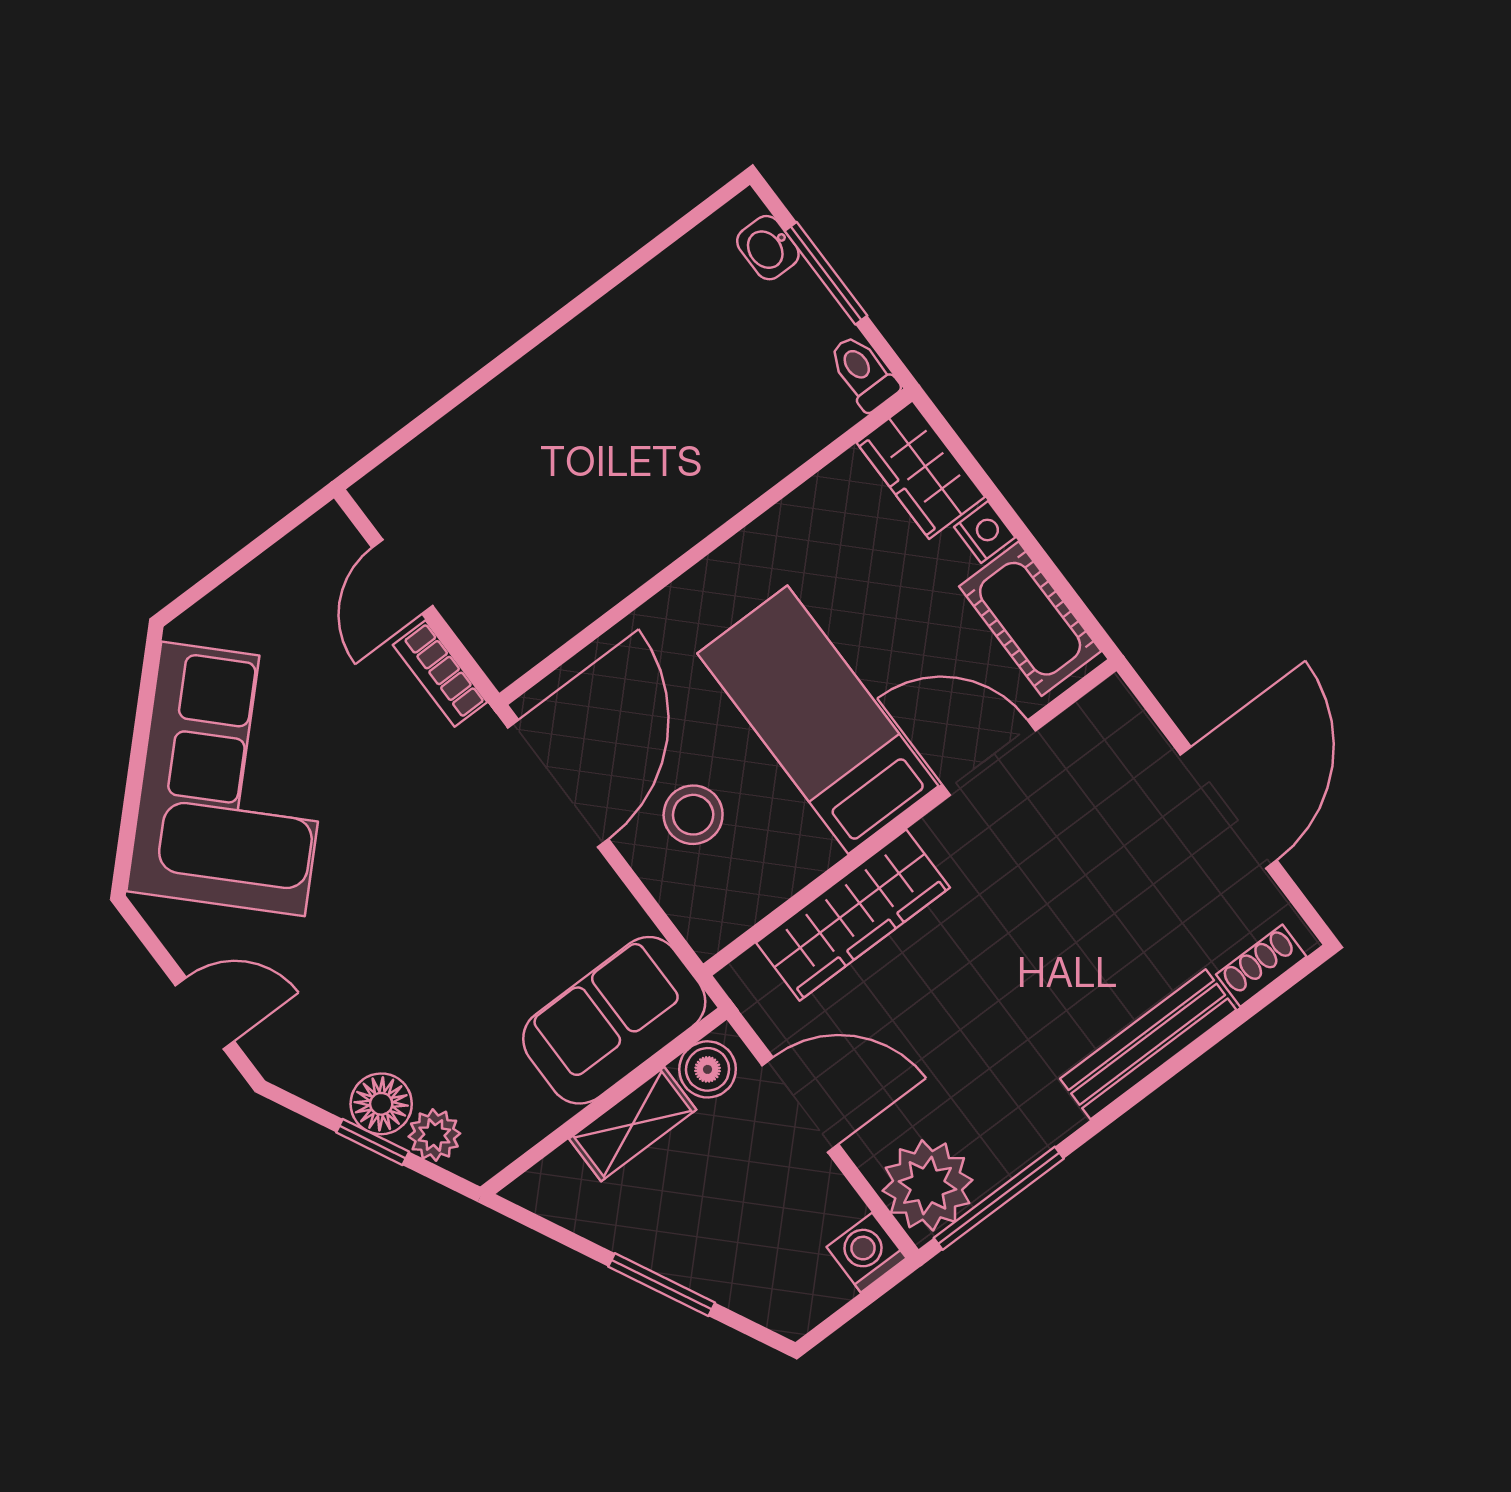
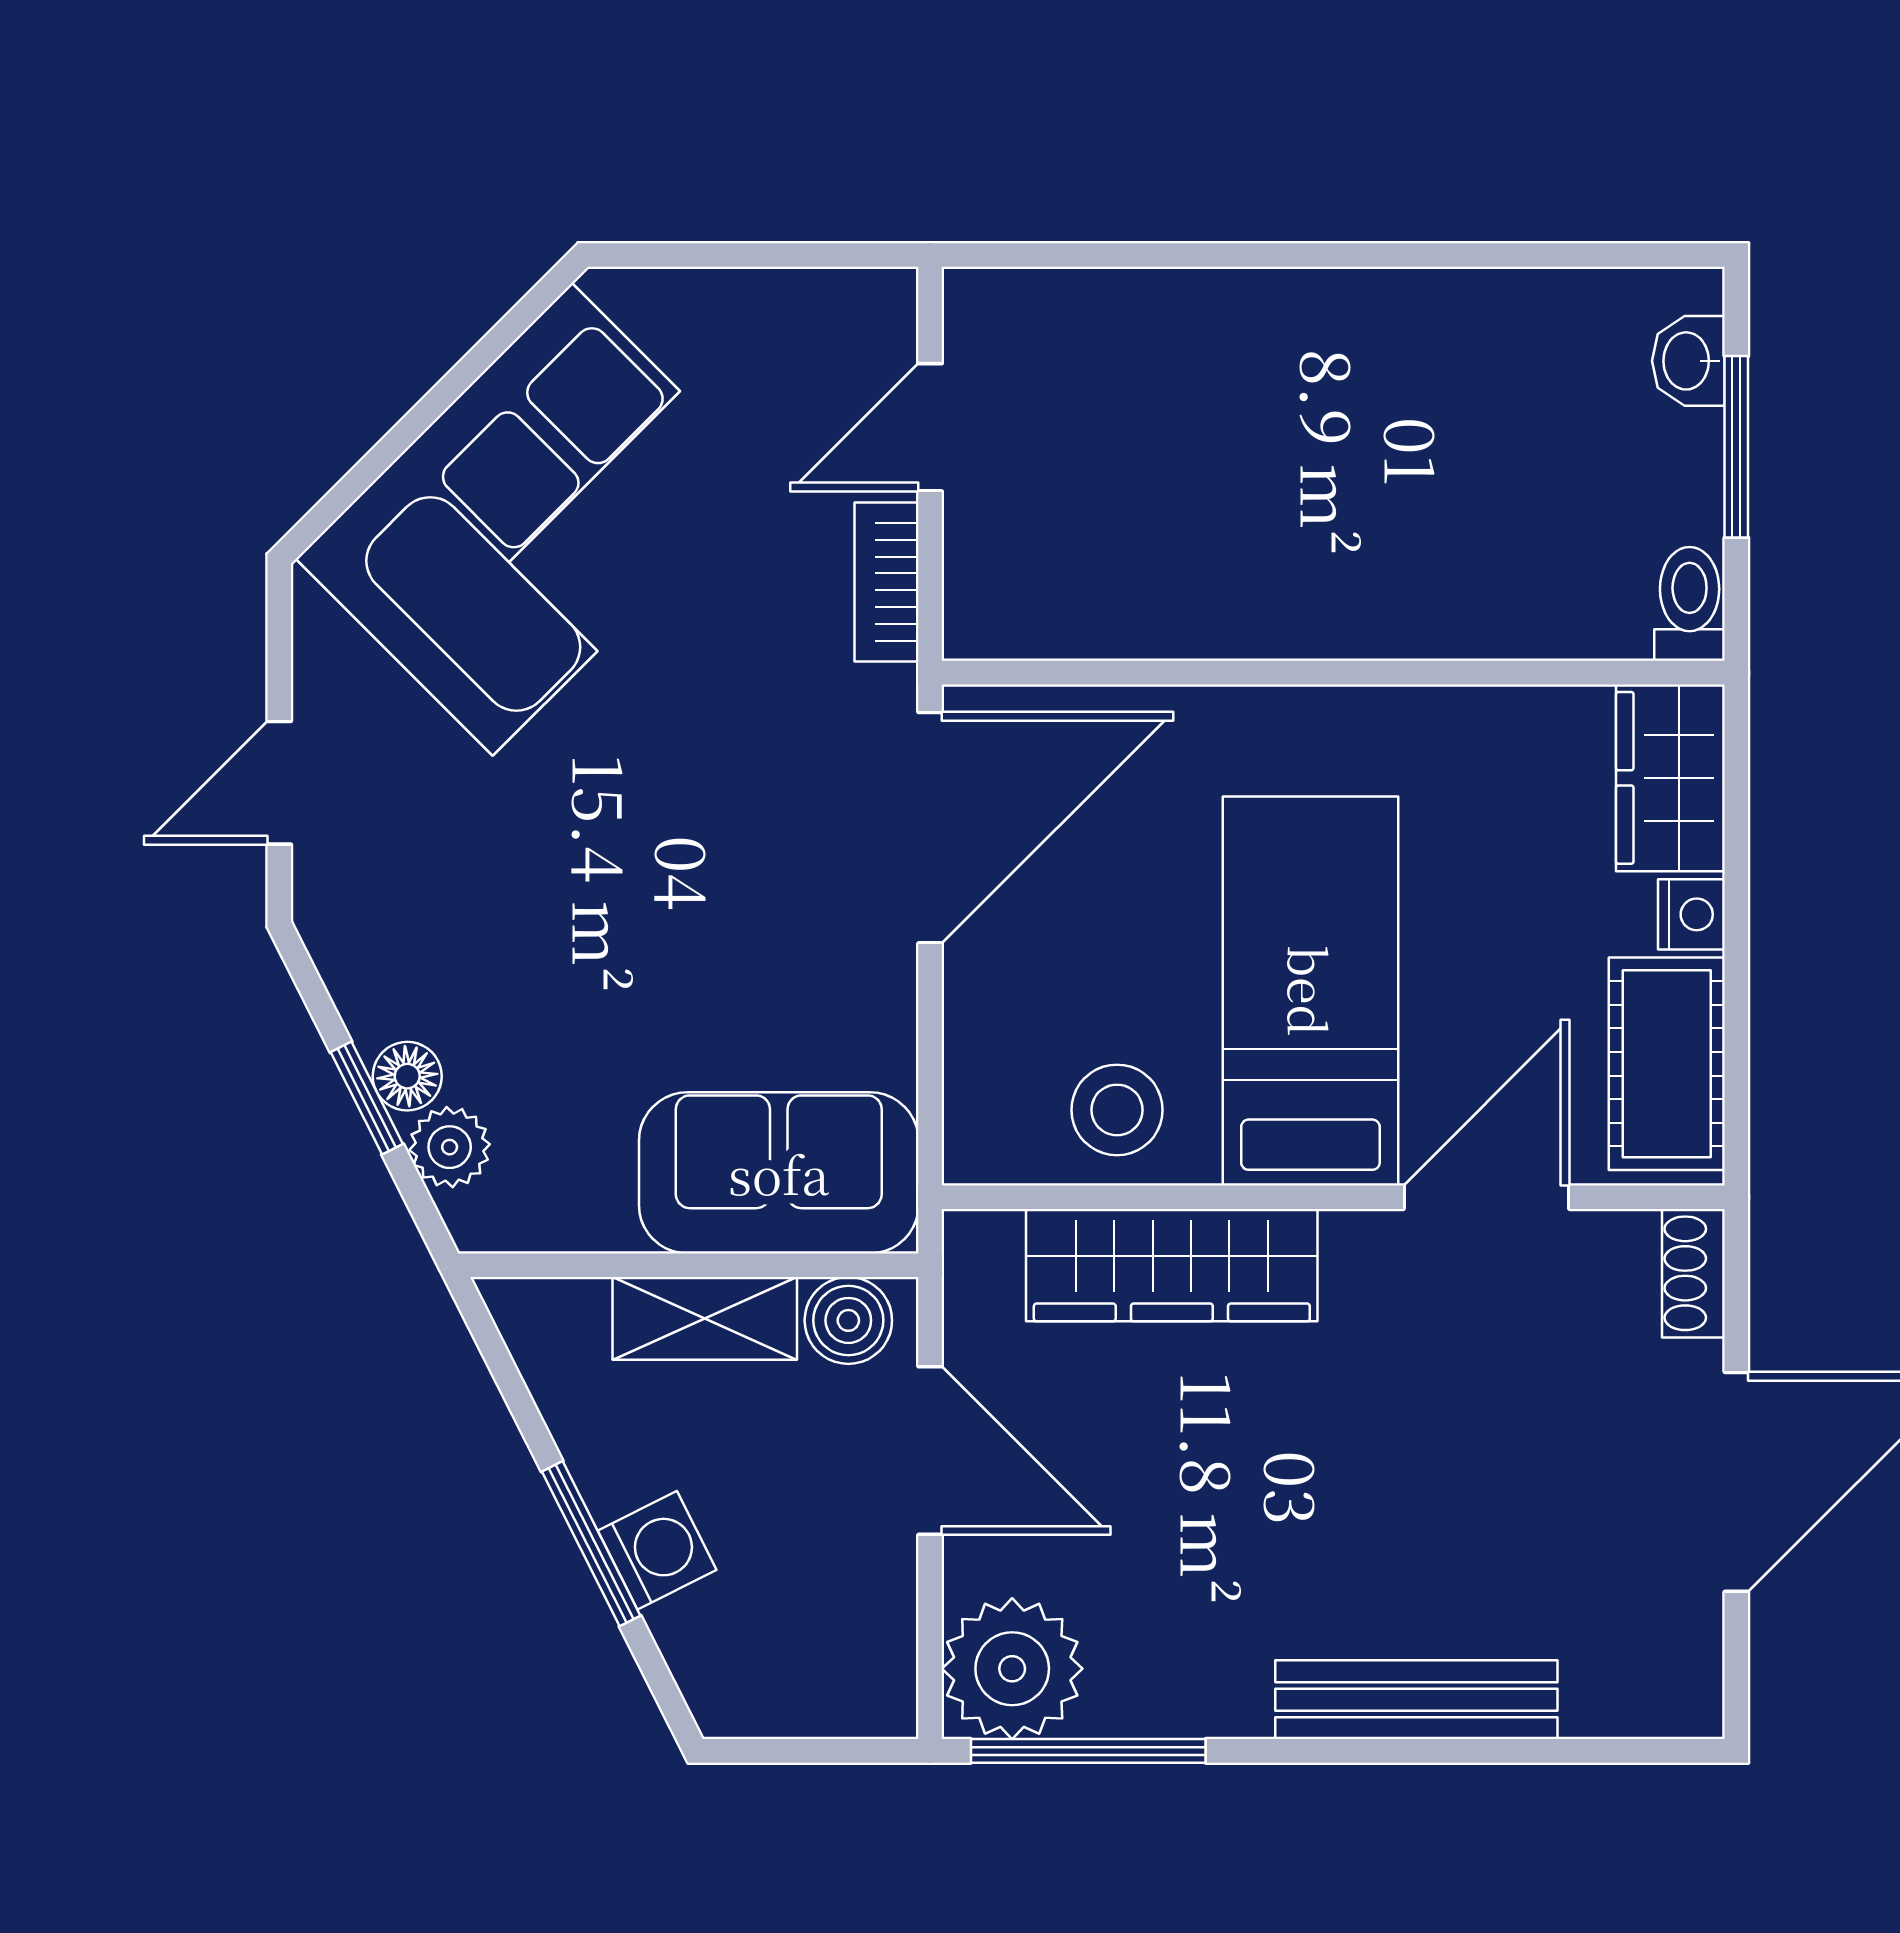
door: (989, 758) -> (1487, 1197), hinge flipped
stool: (693, 815) -> (1117, 1110), moved
shoe rack: (1261, 966) -> (1693, 1273), moved, turned -90
door: (205, 1013) -> (279, 783), swing flipped
floor lamp: (381, 1104) -> (407, 1076), width x0.73, depth x0.73
washing machine: (866, 1253) -> (657, 1550), moved, turned 63

